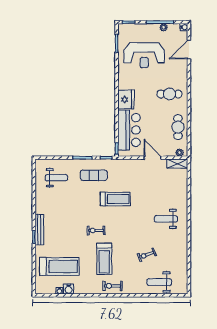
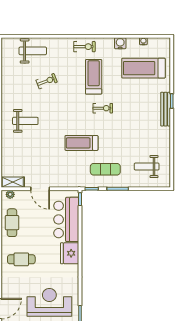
water cooler: (69, 289) -> (120, 43), moved

